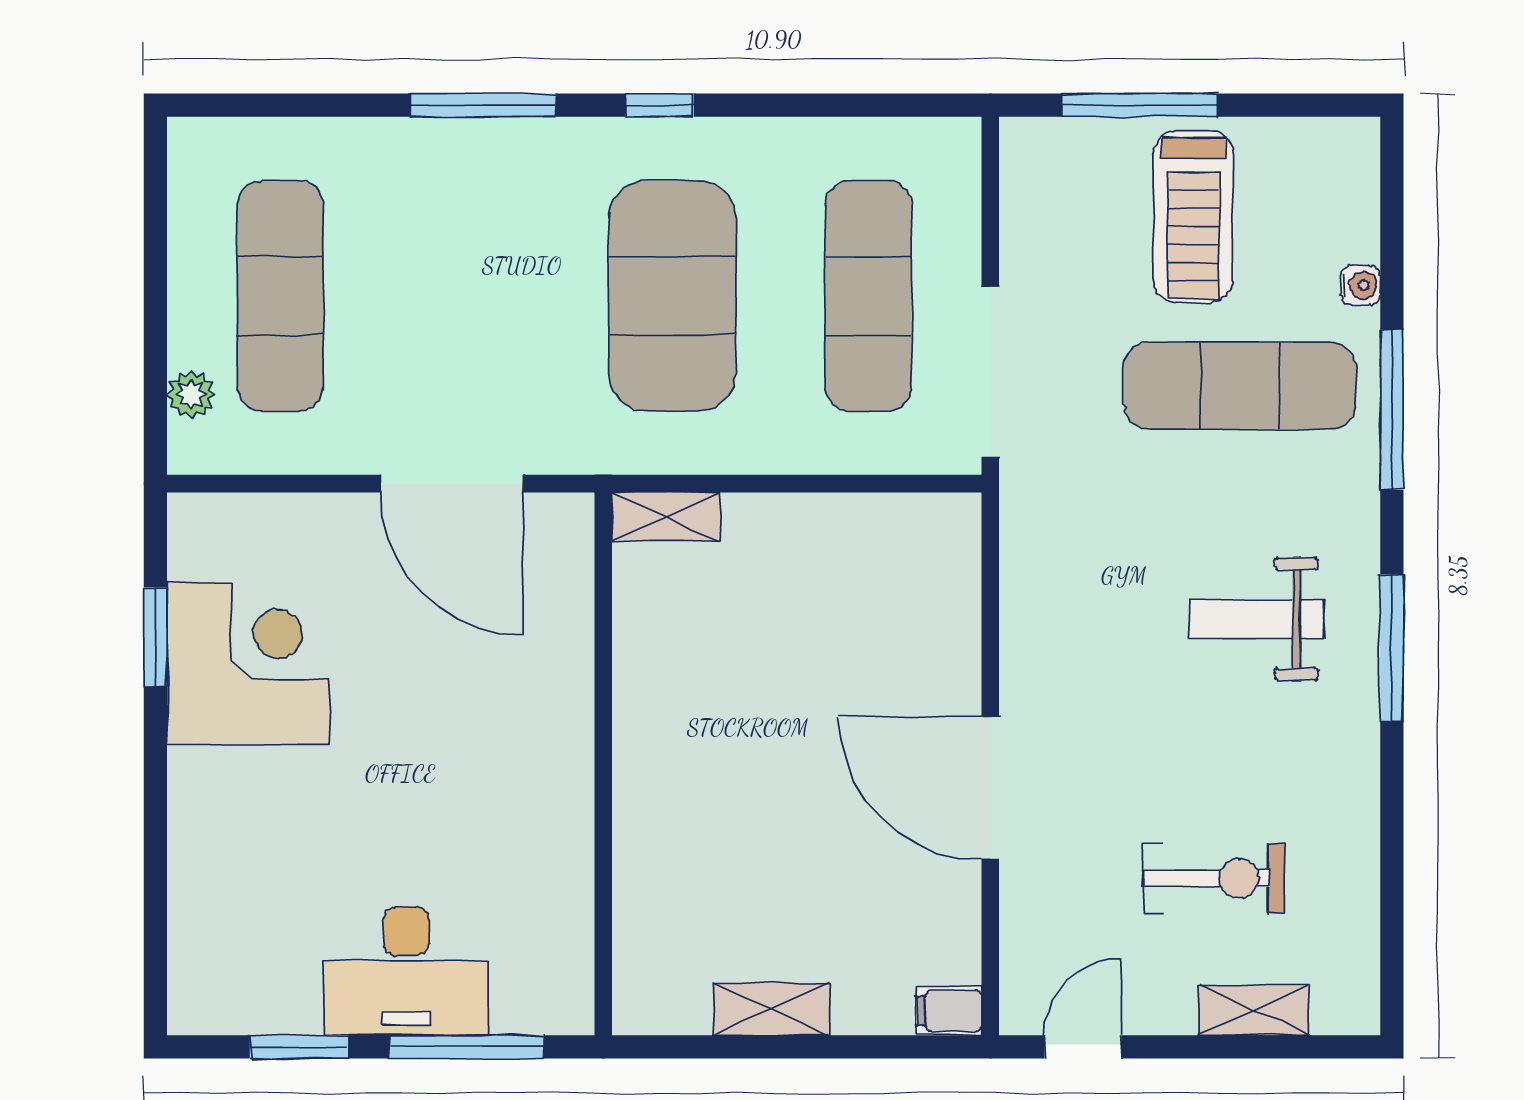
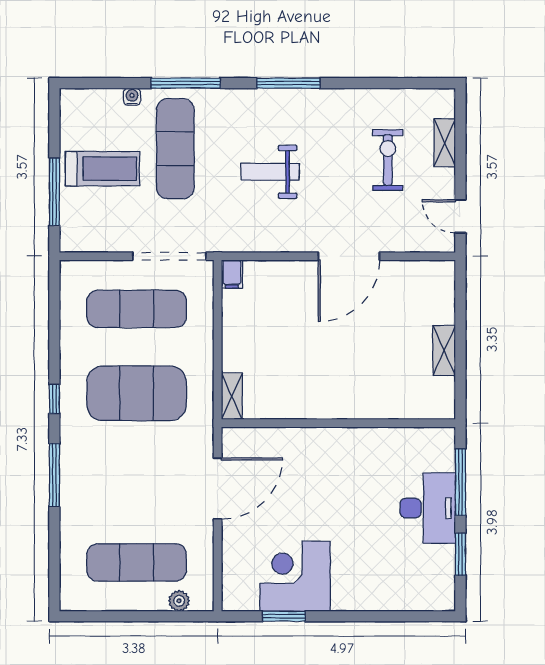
weight bench: (1256, 619) -> (270, 172), moved, turned 90
filing cabinet: (949, 1011) -> (232, 274), moved

